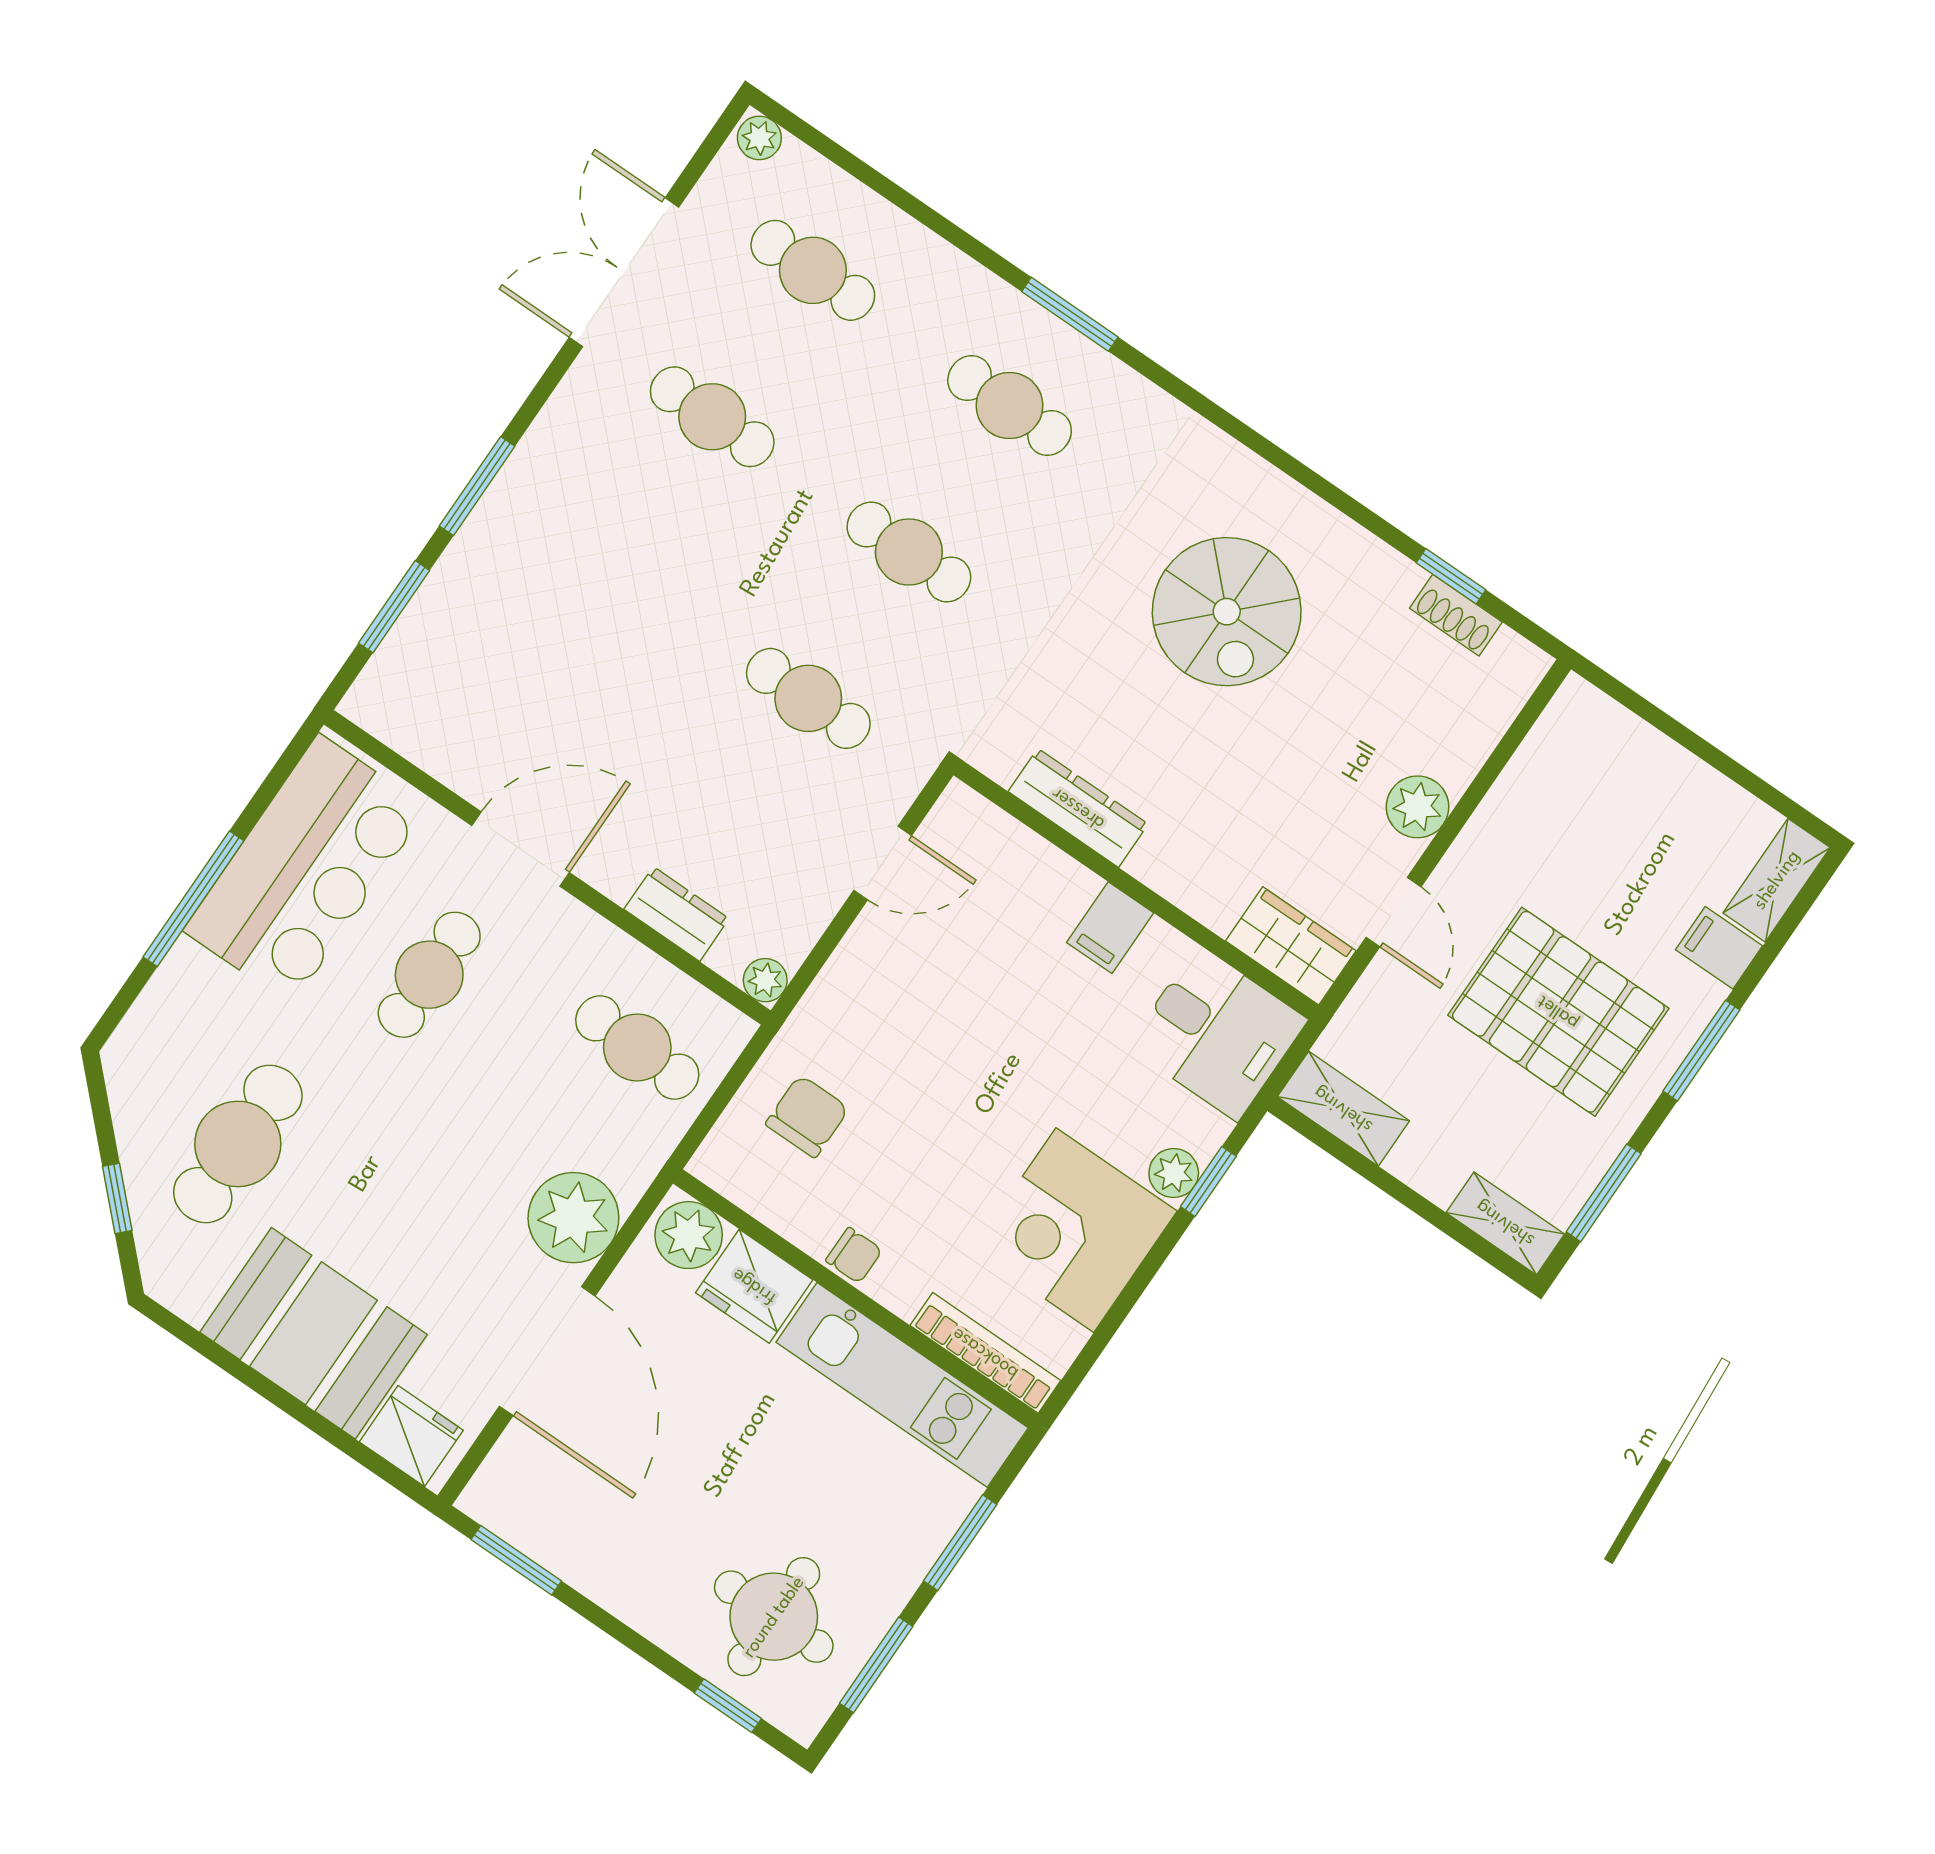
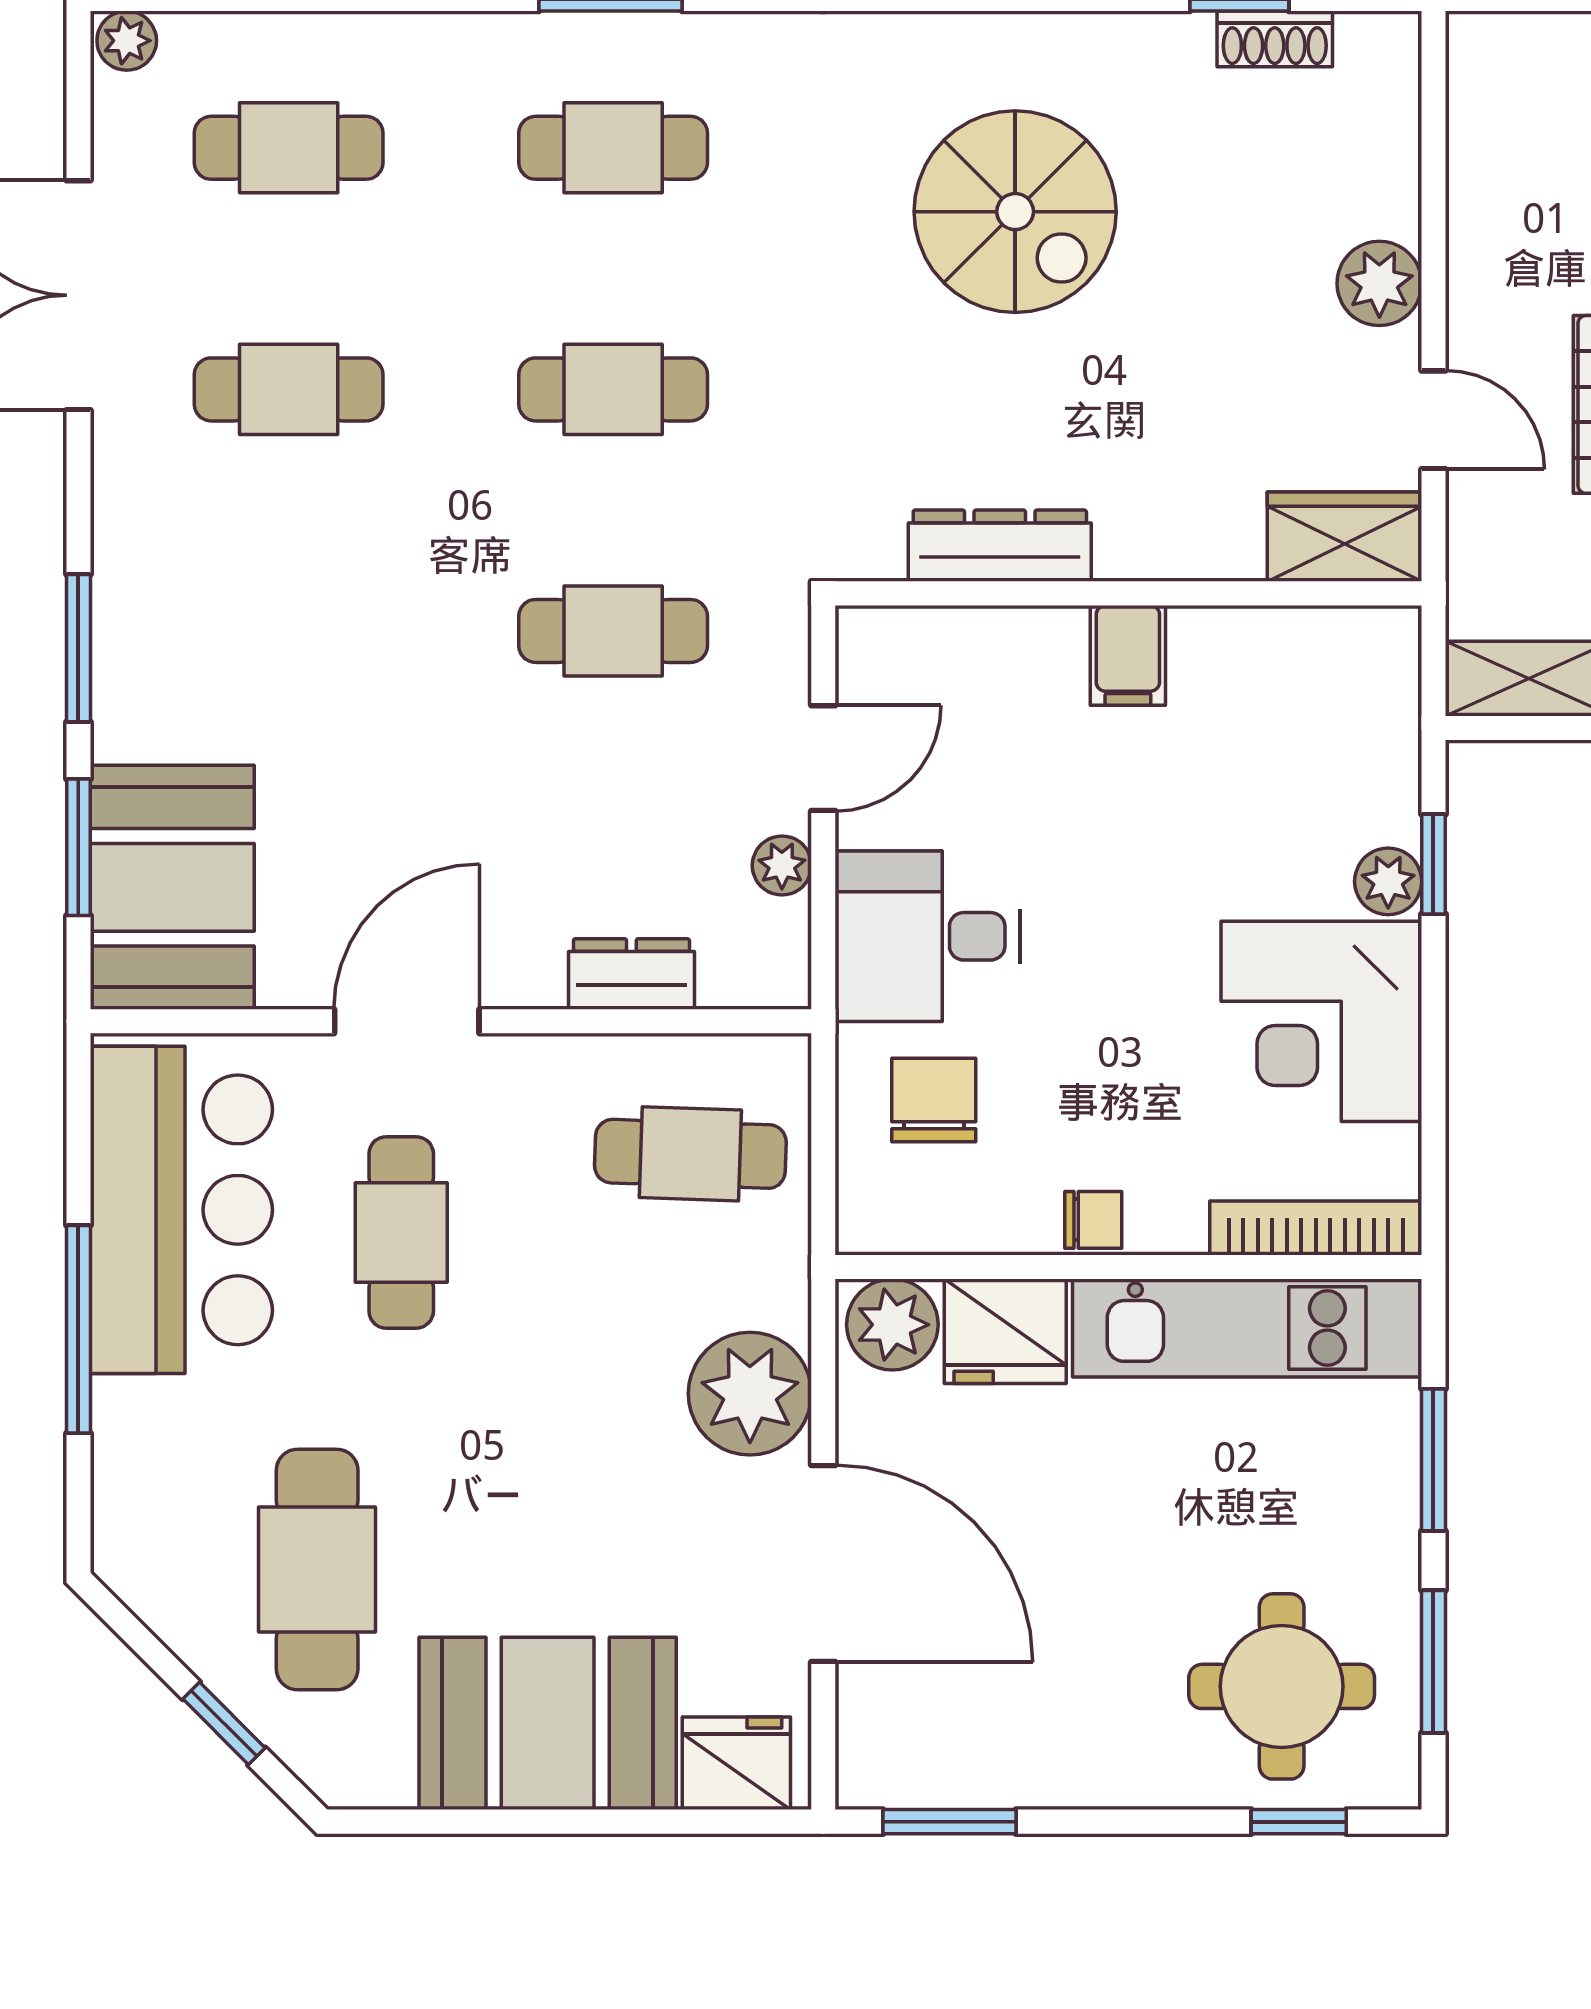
booth: (434, 670) -> (172, 887), added
plant: (765, 980) -> (782, 865), moved
desk: (1218, 1033) -> (927, 936), moved, turned 180

